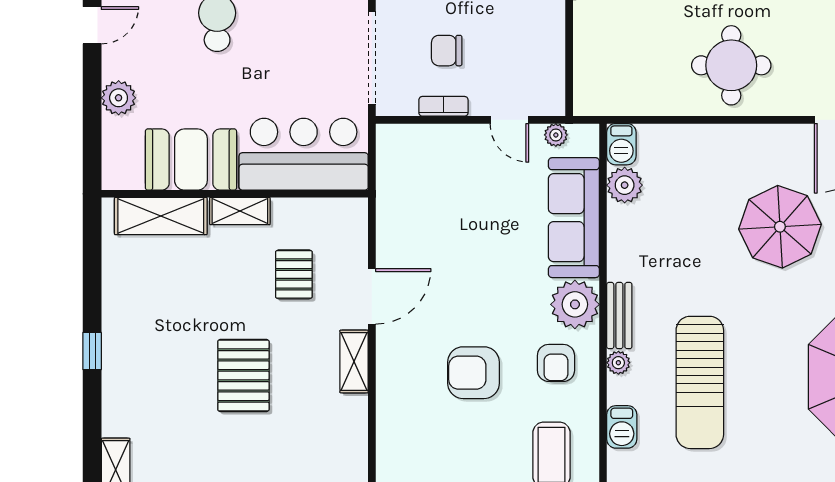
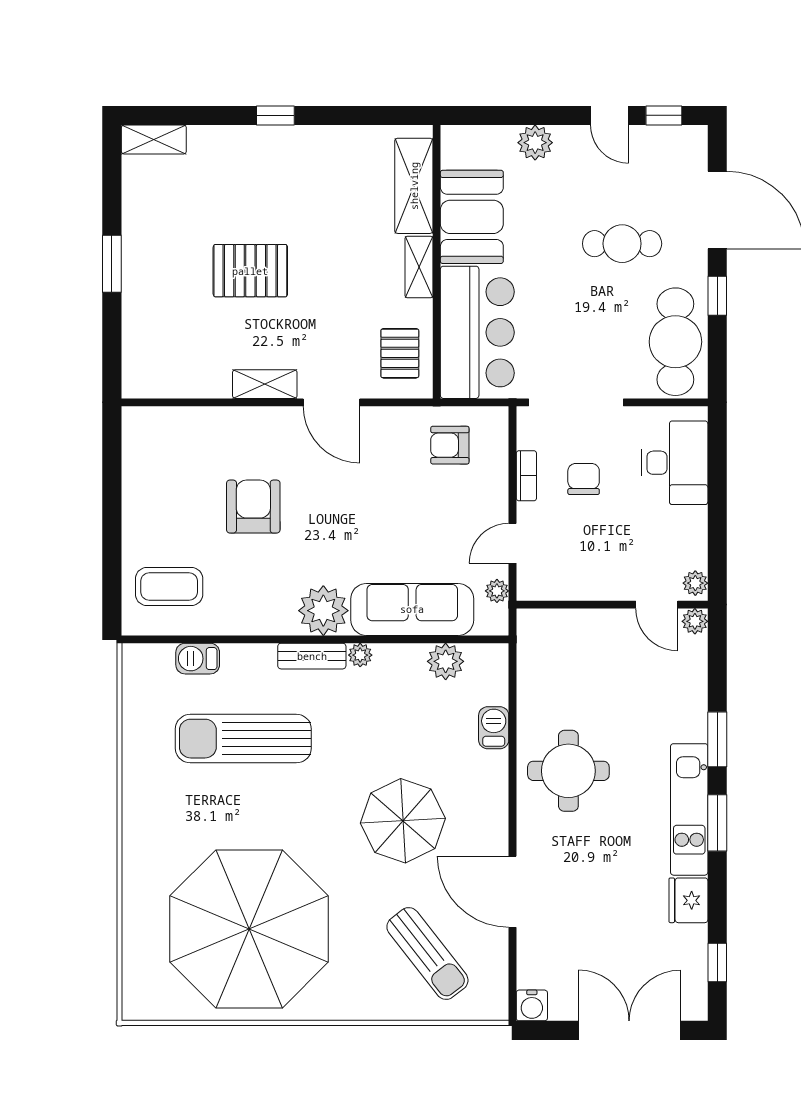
barbecue: (621, 144) -> (494, 728), moved, turned 90
pallet: (294, 274) -> (400, 353), moved, turned 90
armchair: (556, 363) -> (450, 445), moved
plant: (618, 363) -> (360, 655), moved

